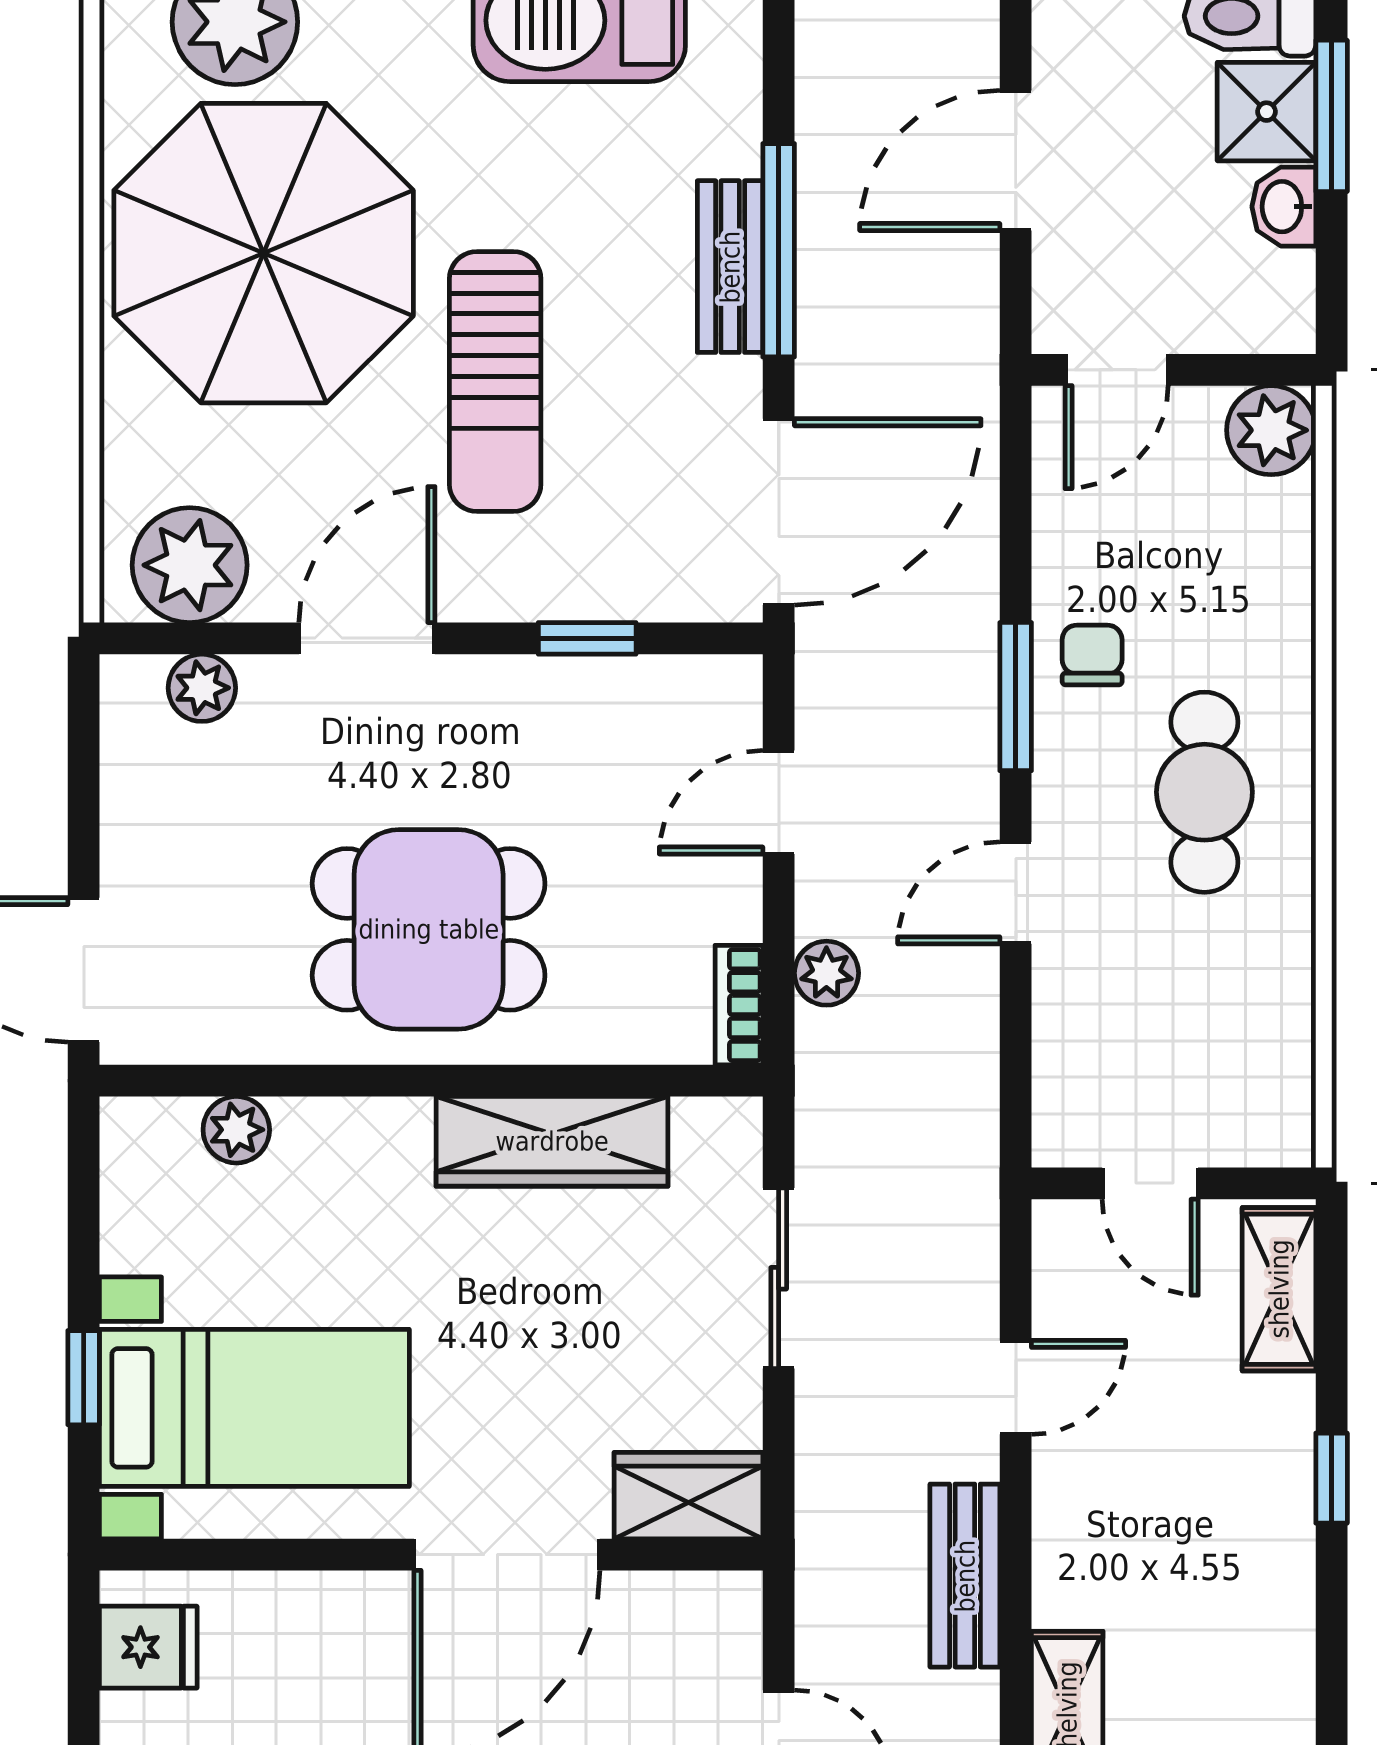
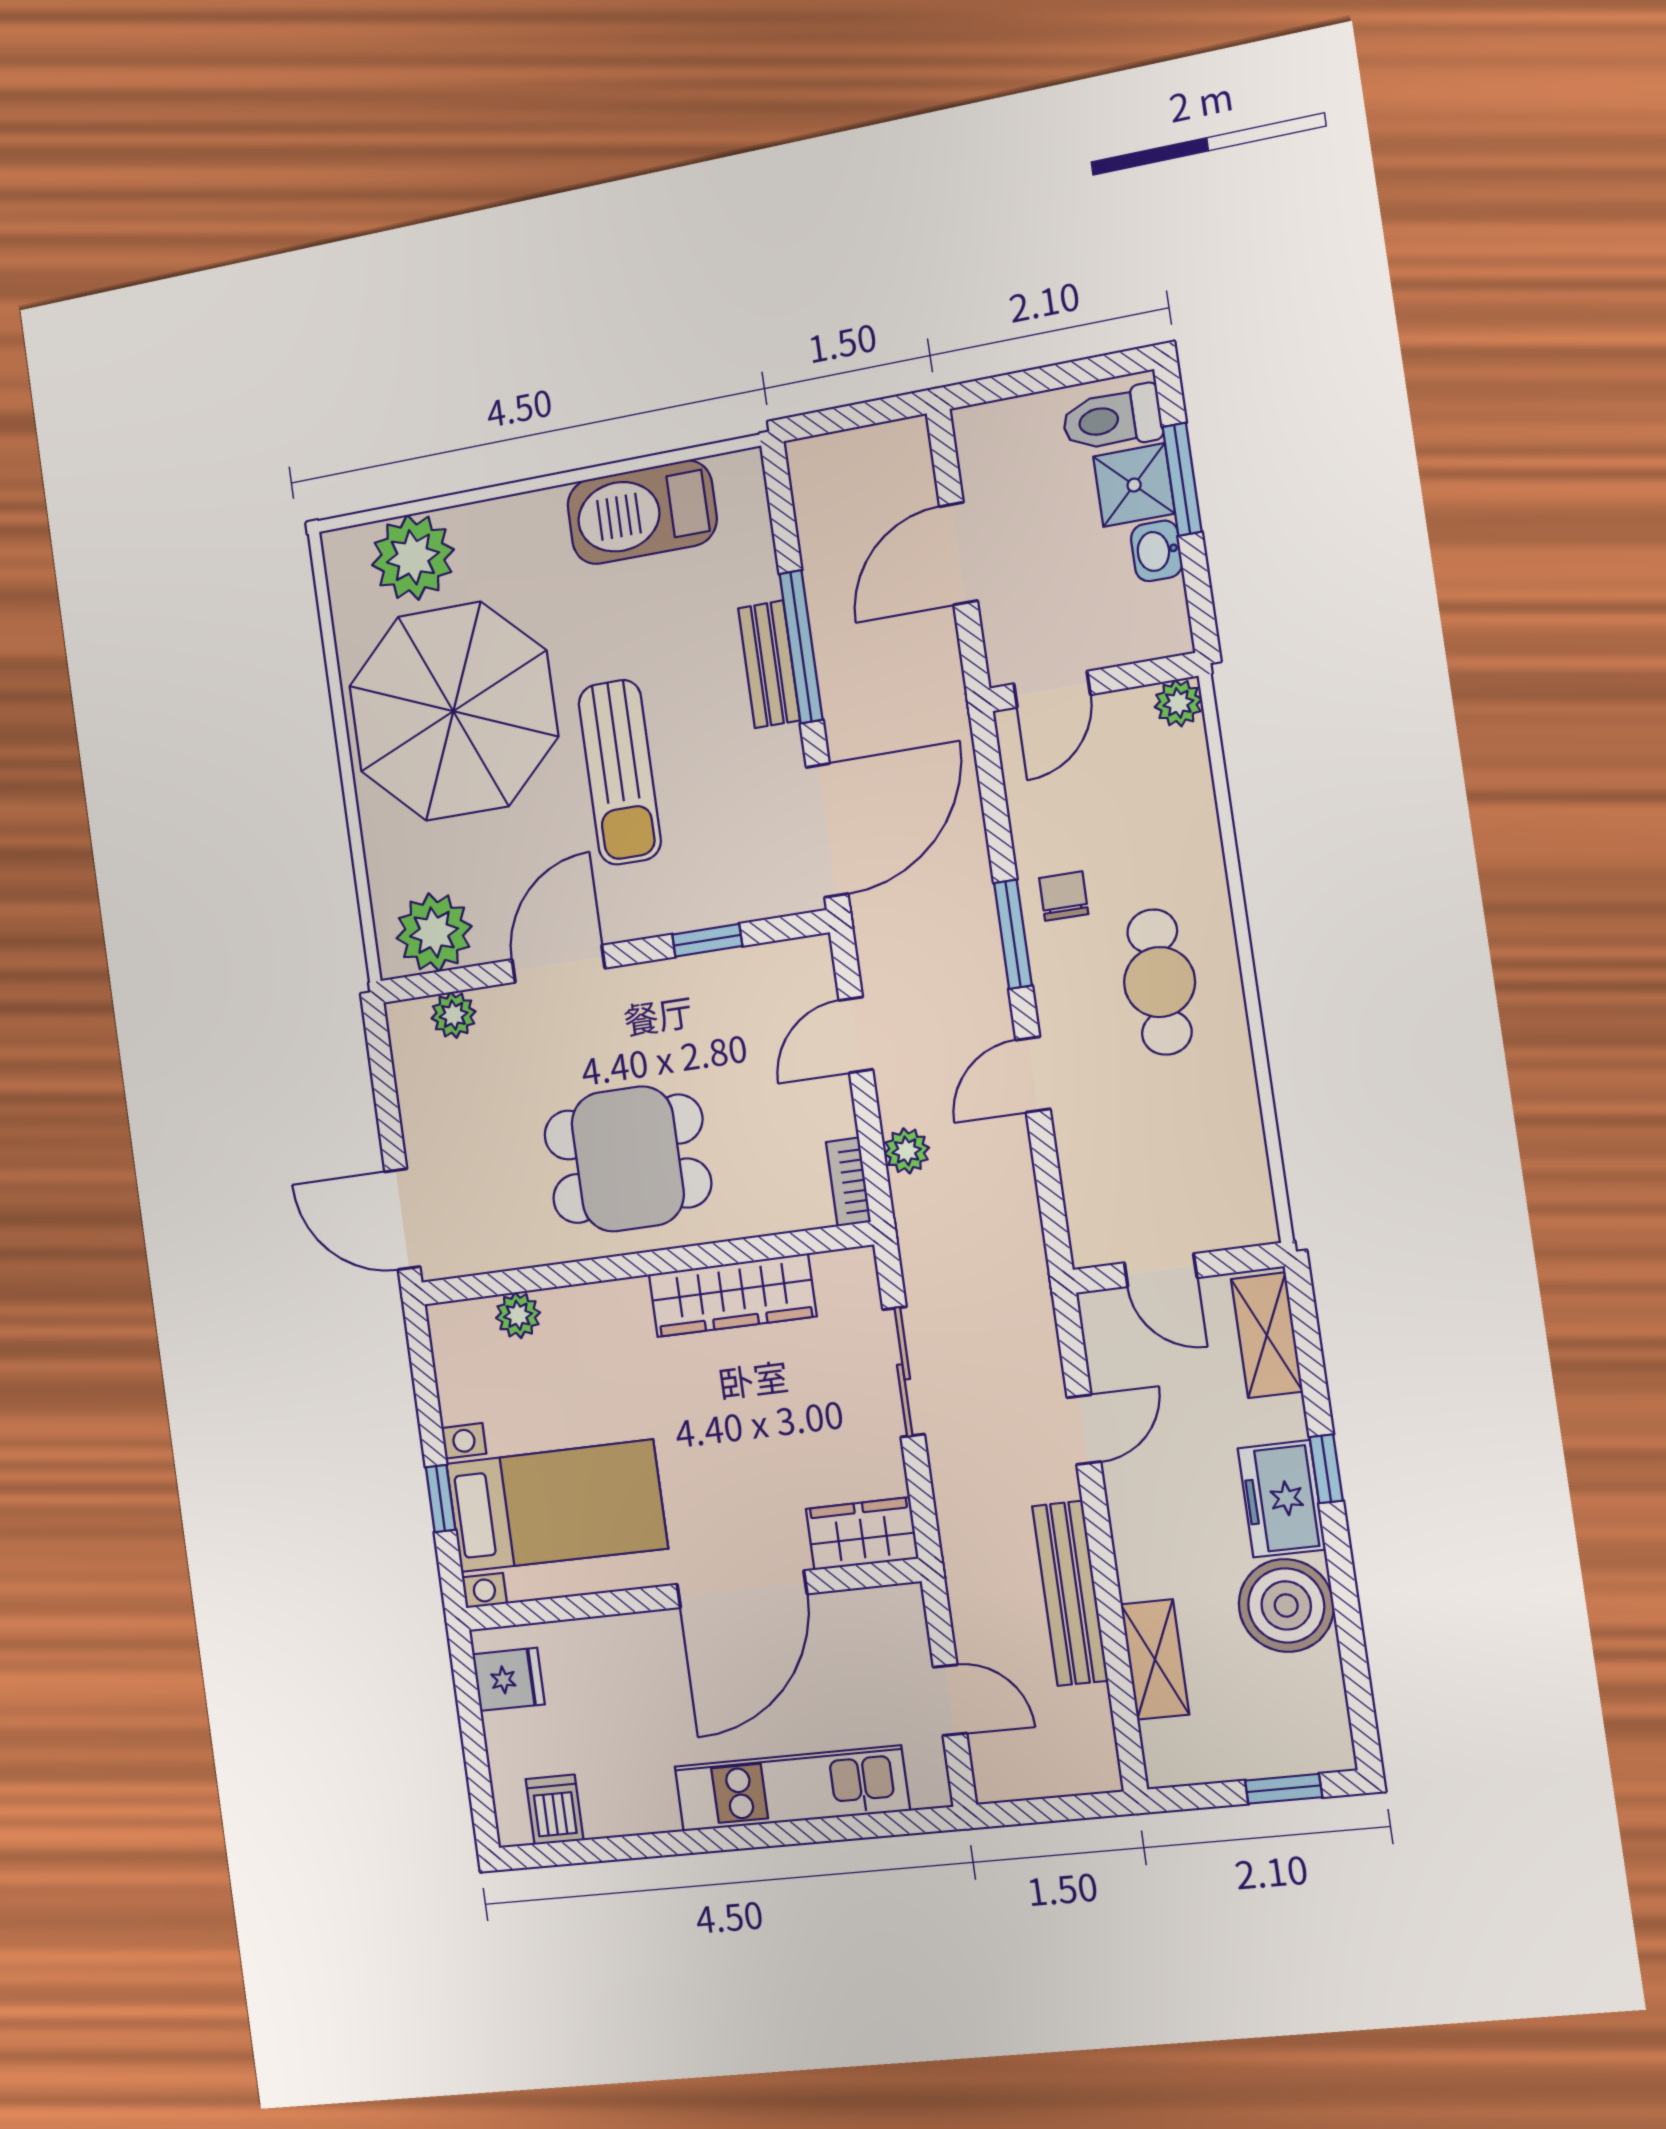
plant: (1271, 430) -> (1178, 703), width x0.73, depth x0.73
freezer: (1267, 1512) -> (1282, 1499), added
bench: (965, 1576) -> (1070, 1593), width x1.36
boiler: (1253, 1656) -> (1286, 1605), added

